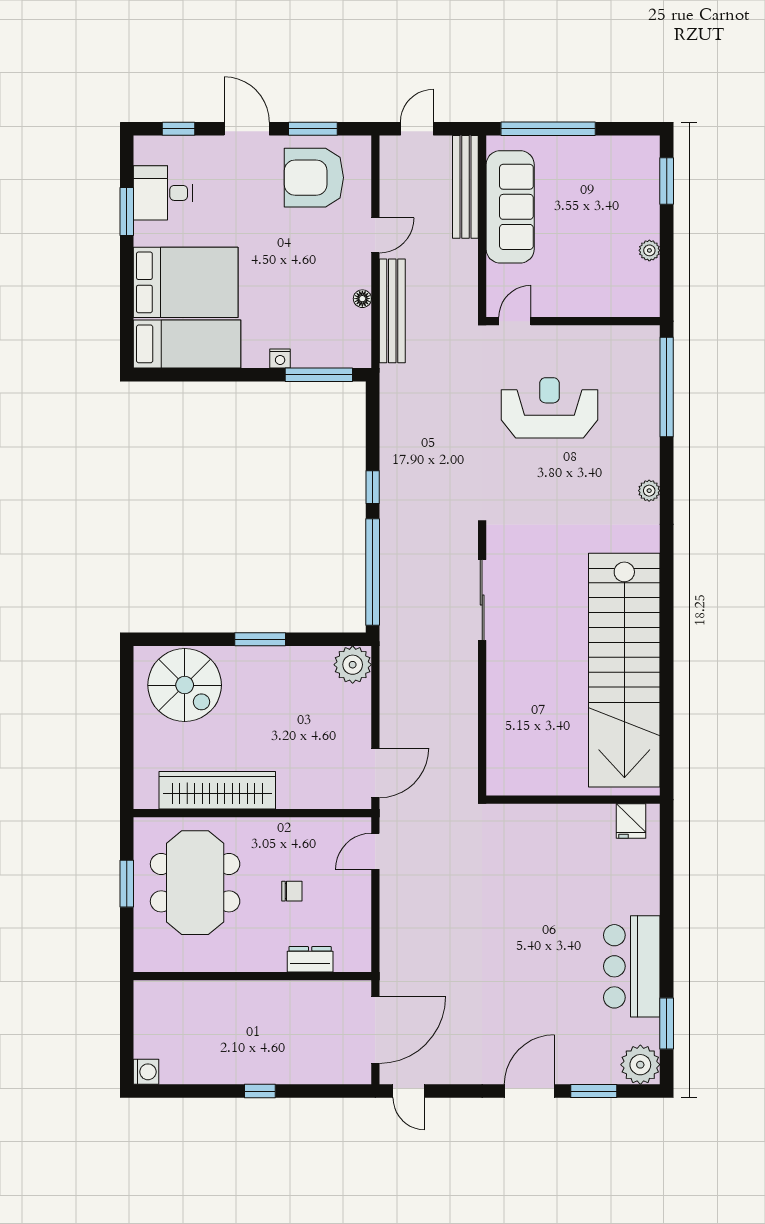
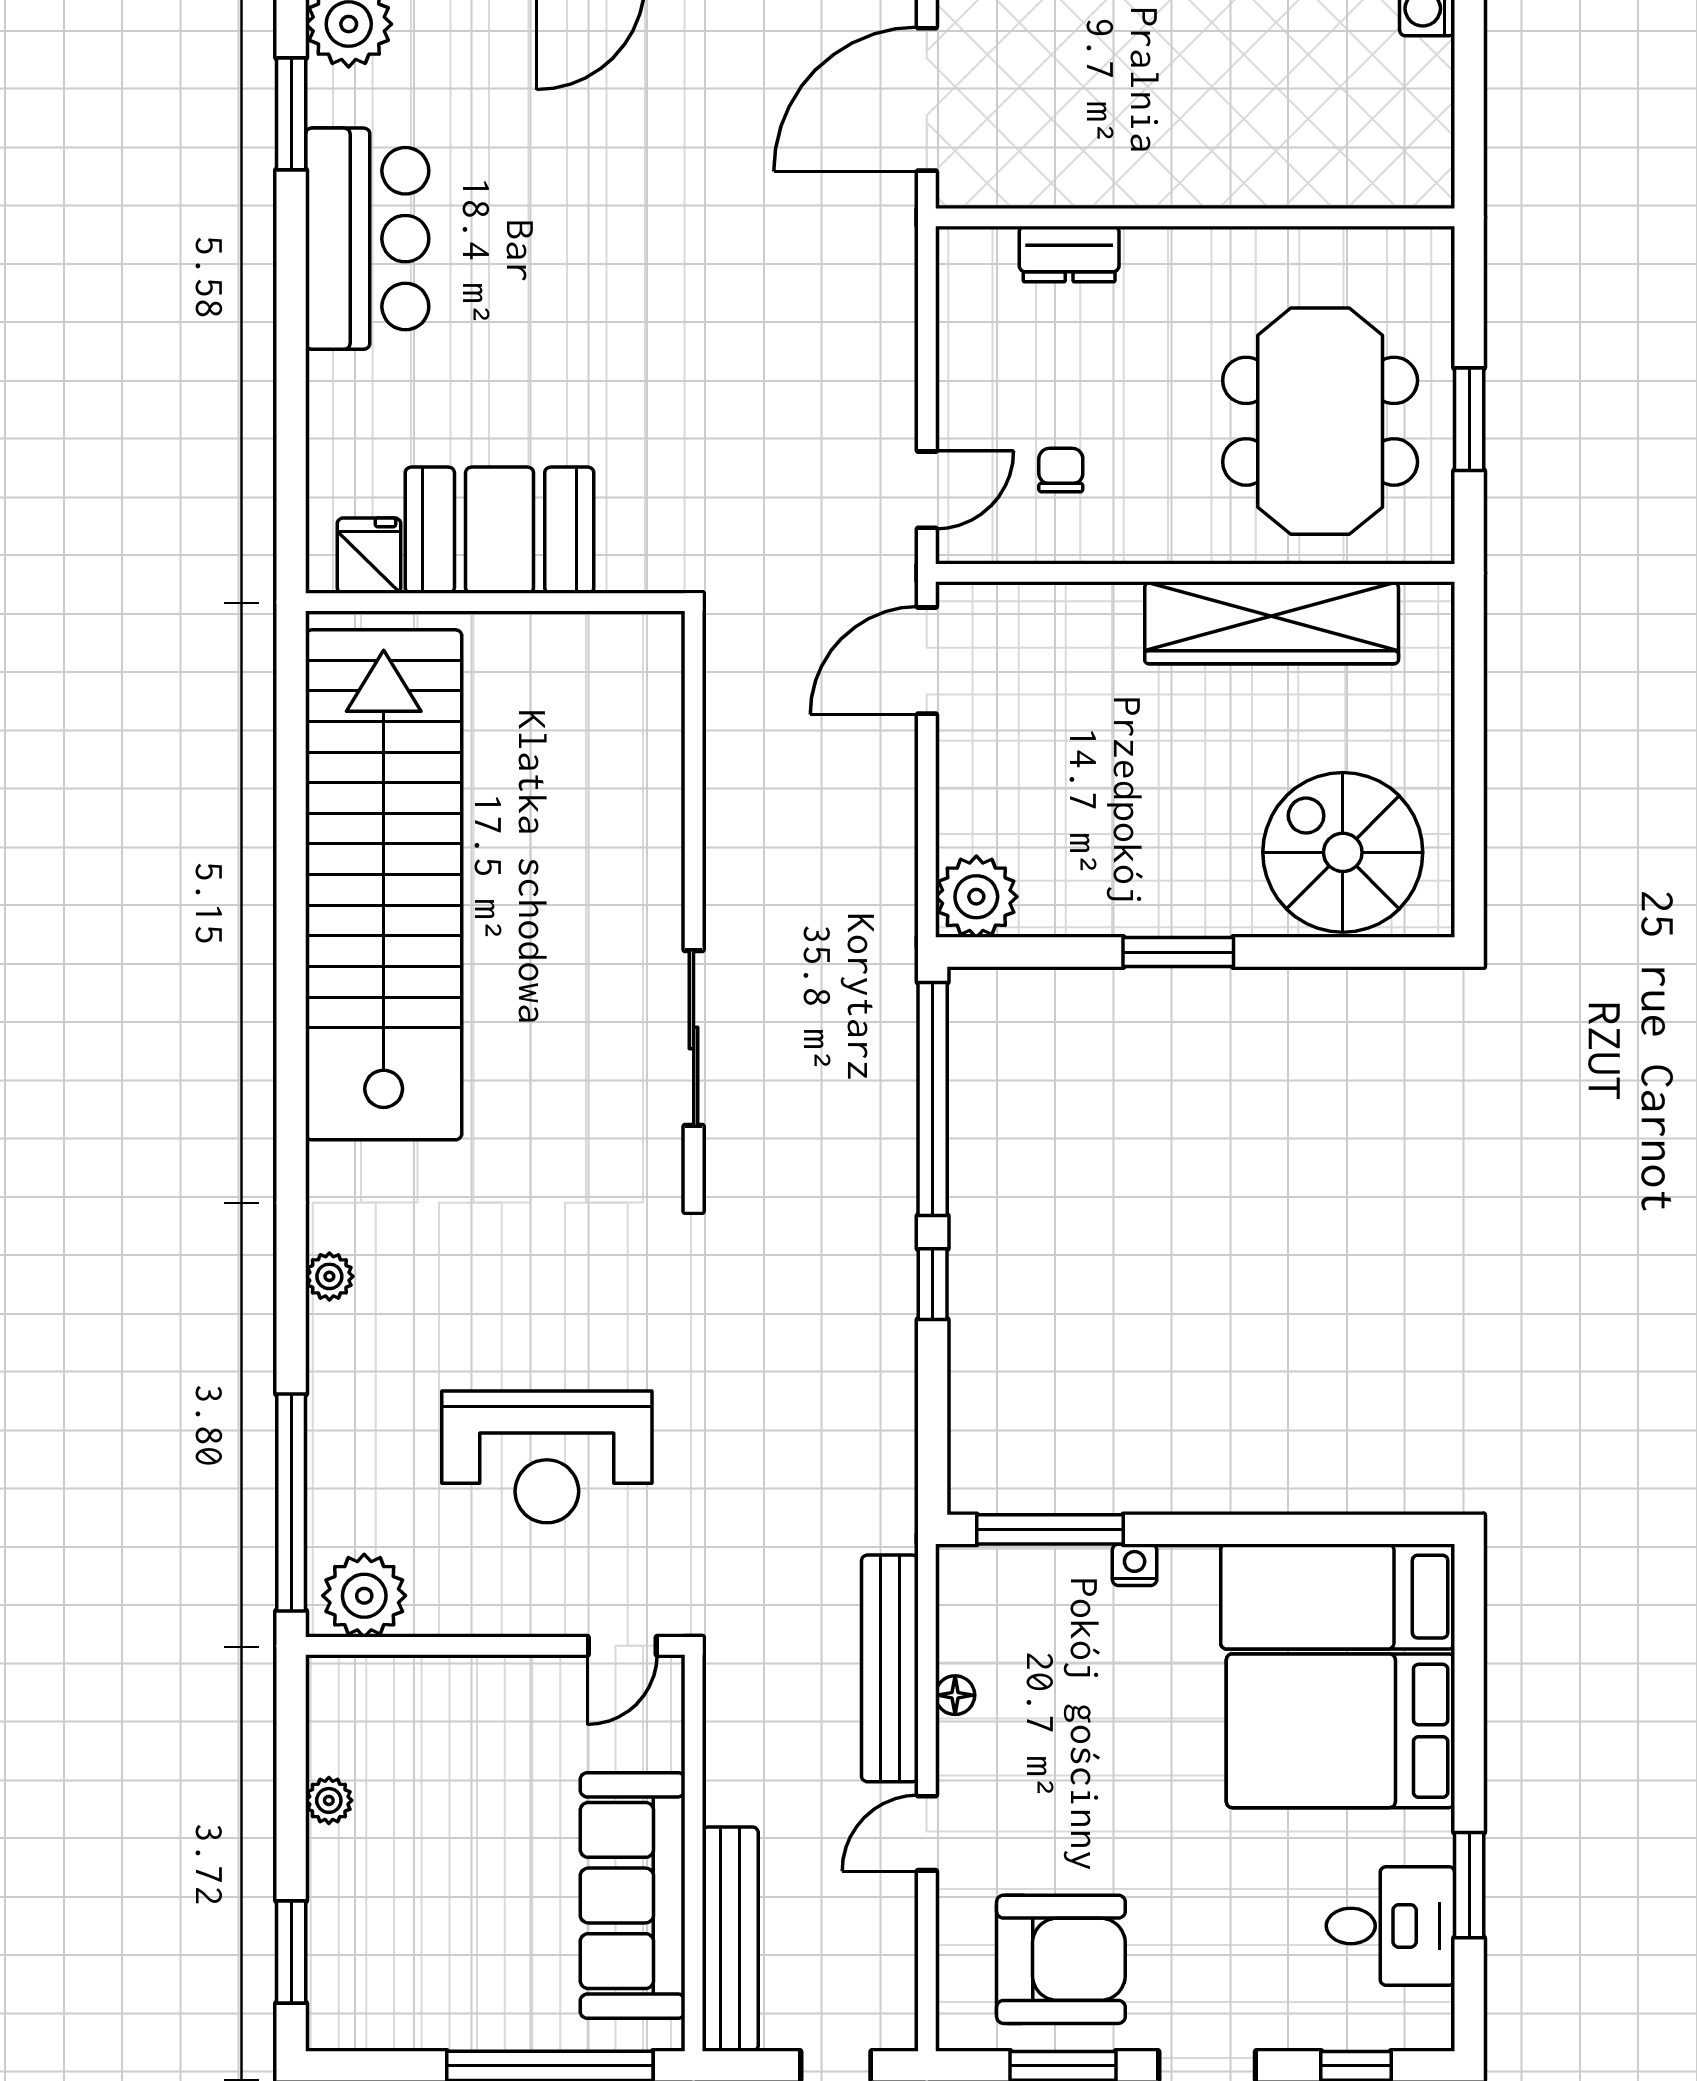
plant: (633, 344) -> (364, 1596), added
booth: (571, 833) -> (500, 530), added
chair: (292, 891) -> (1061, 470), moved, turned 90

